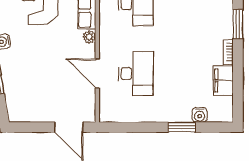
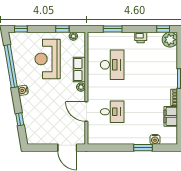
desk: (136, 74) -> (112, 112), width x0.73

